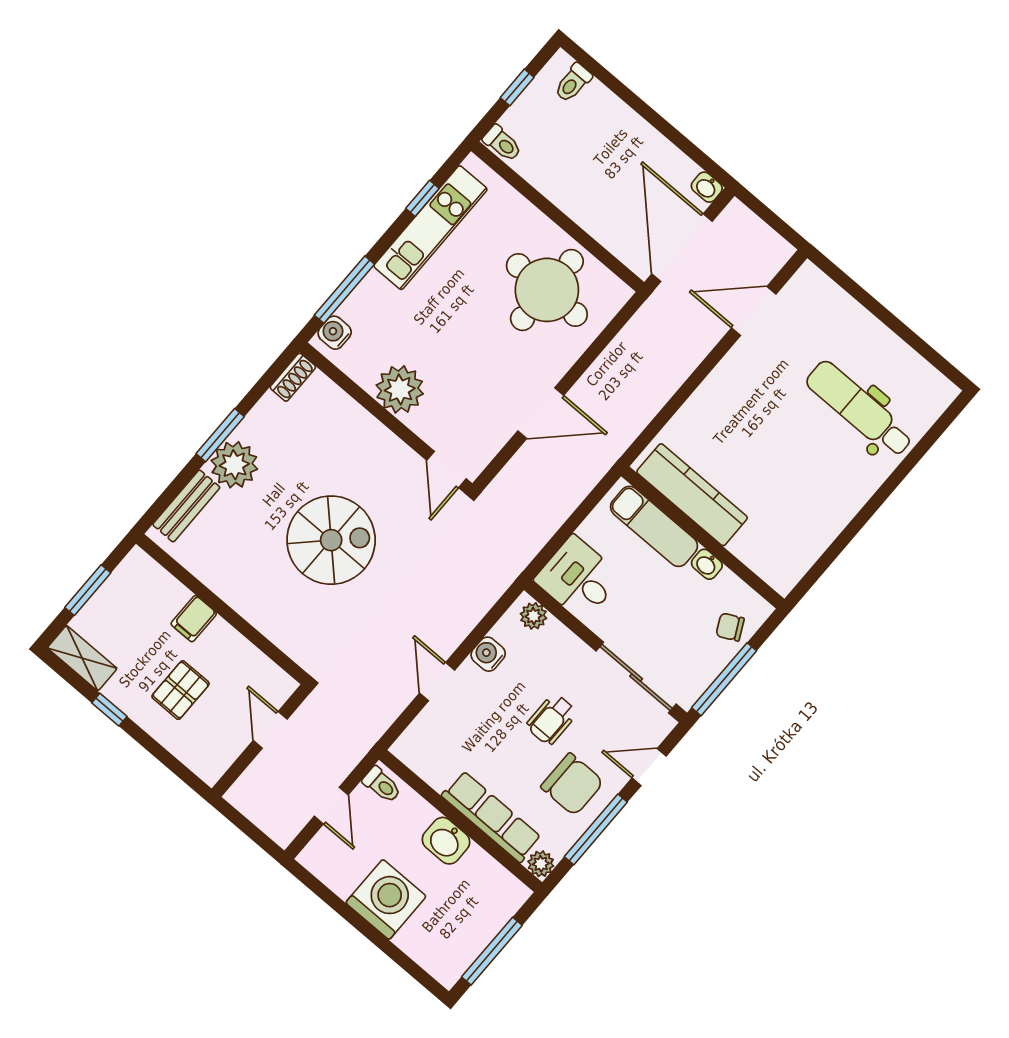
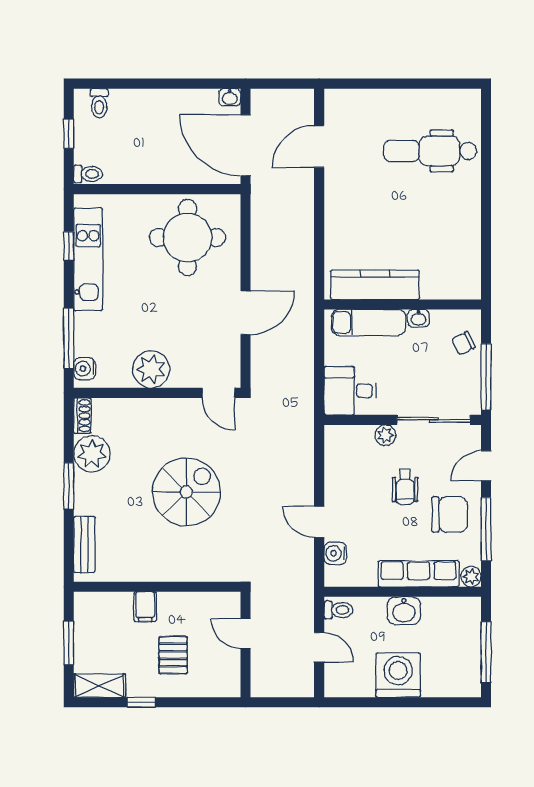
plant: (234, 465) -> (92, 454), moved
plant: (534, 616) -> (385, 435), moved
water cooler: (488, 654) -> (335, 553), moved

